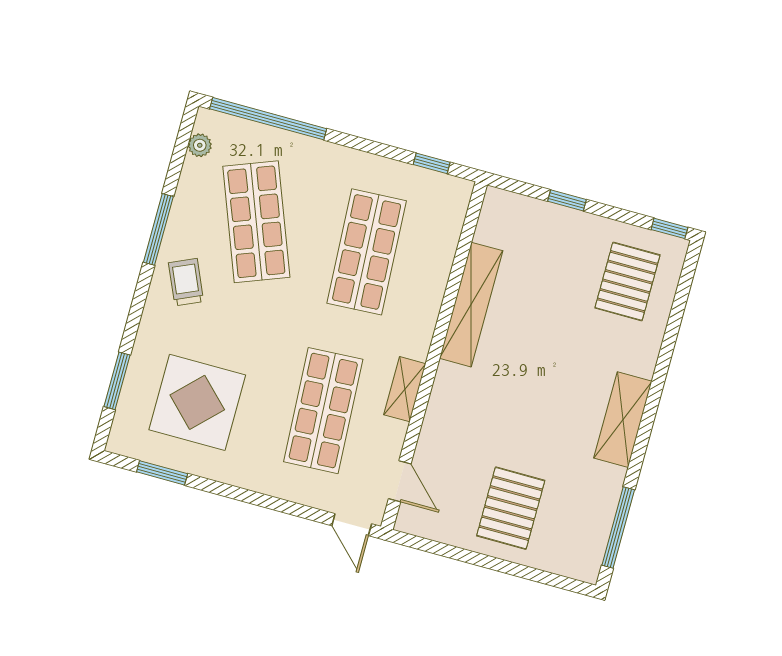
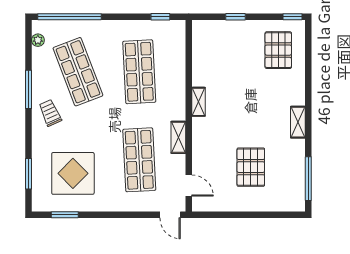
shelving: (471, 305) -> (199, 102), width x0.45, depth x0.75
shelving: (623, 420) -> (298, 122), width x0.67, depth x0.75
pallet: (511, 508) -> (251, 167), moved

